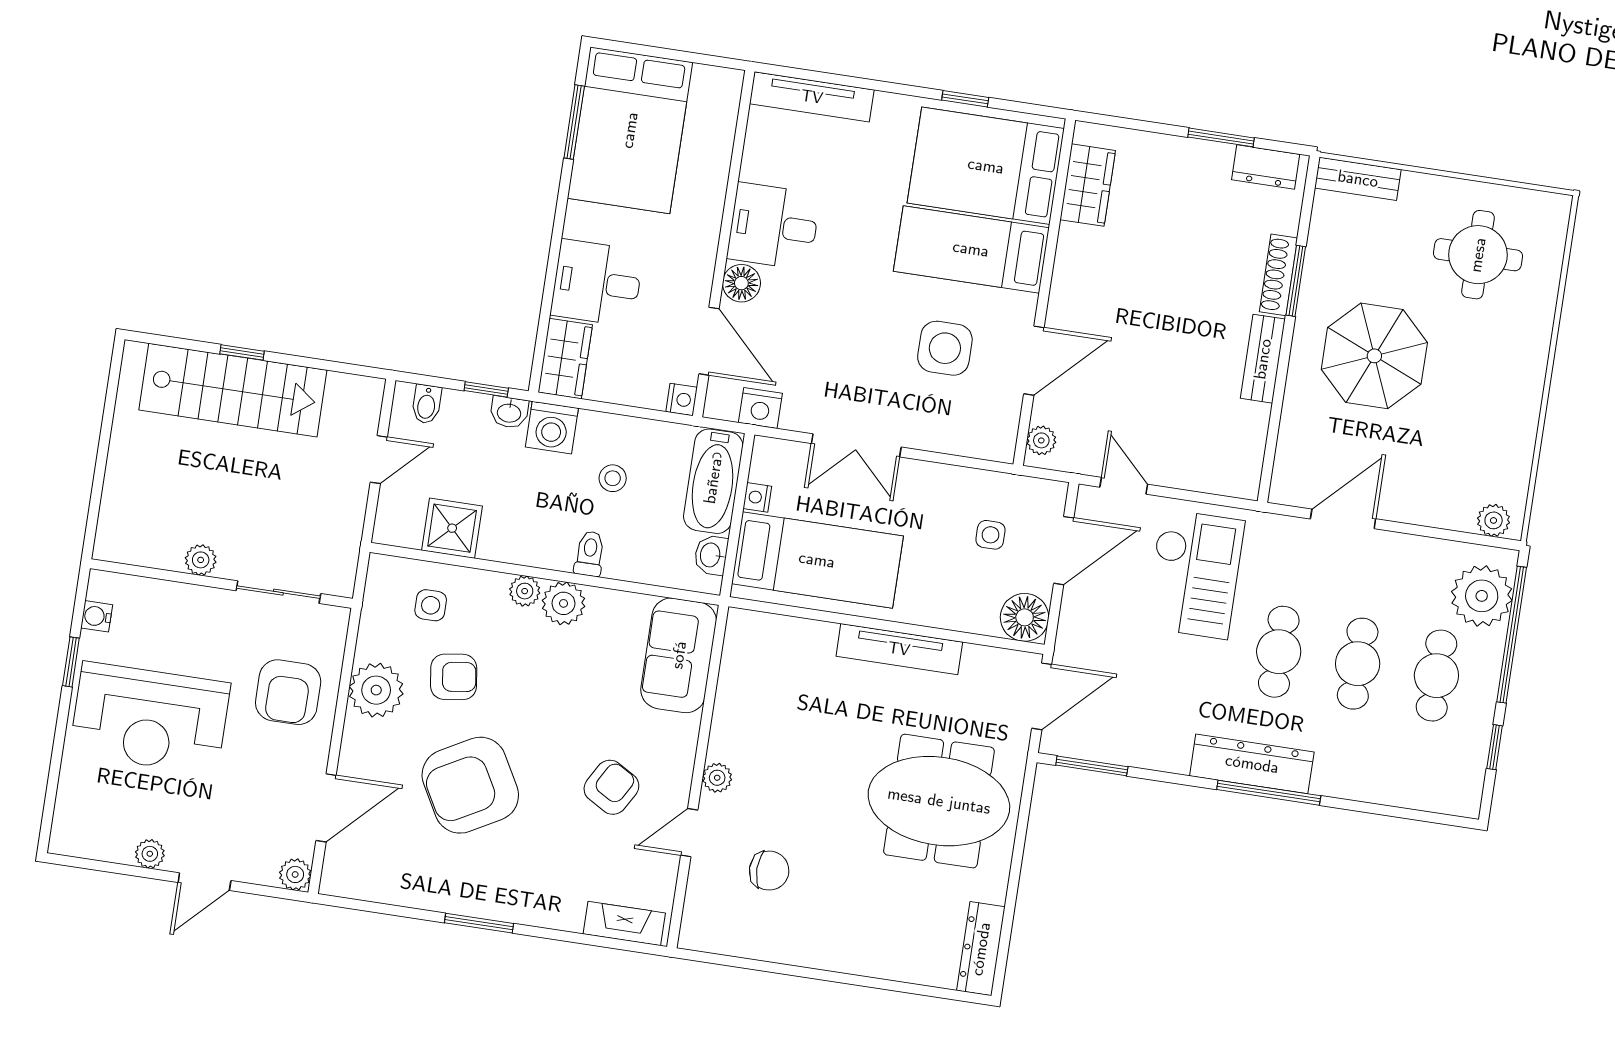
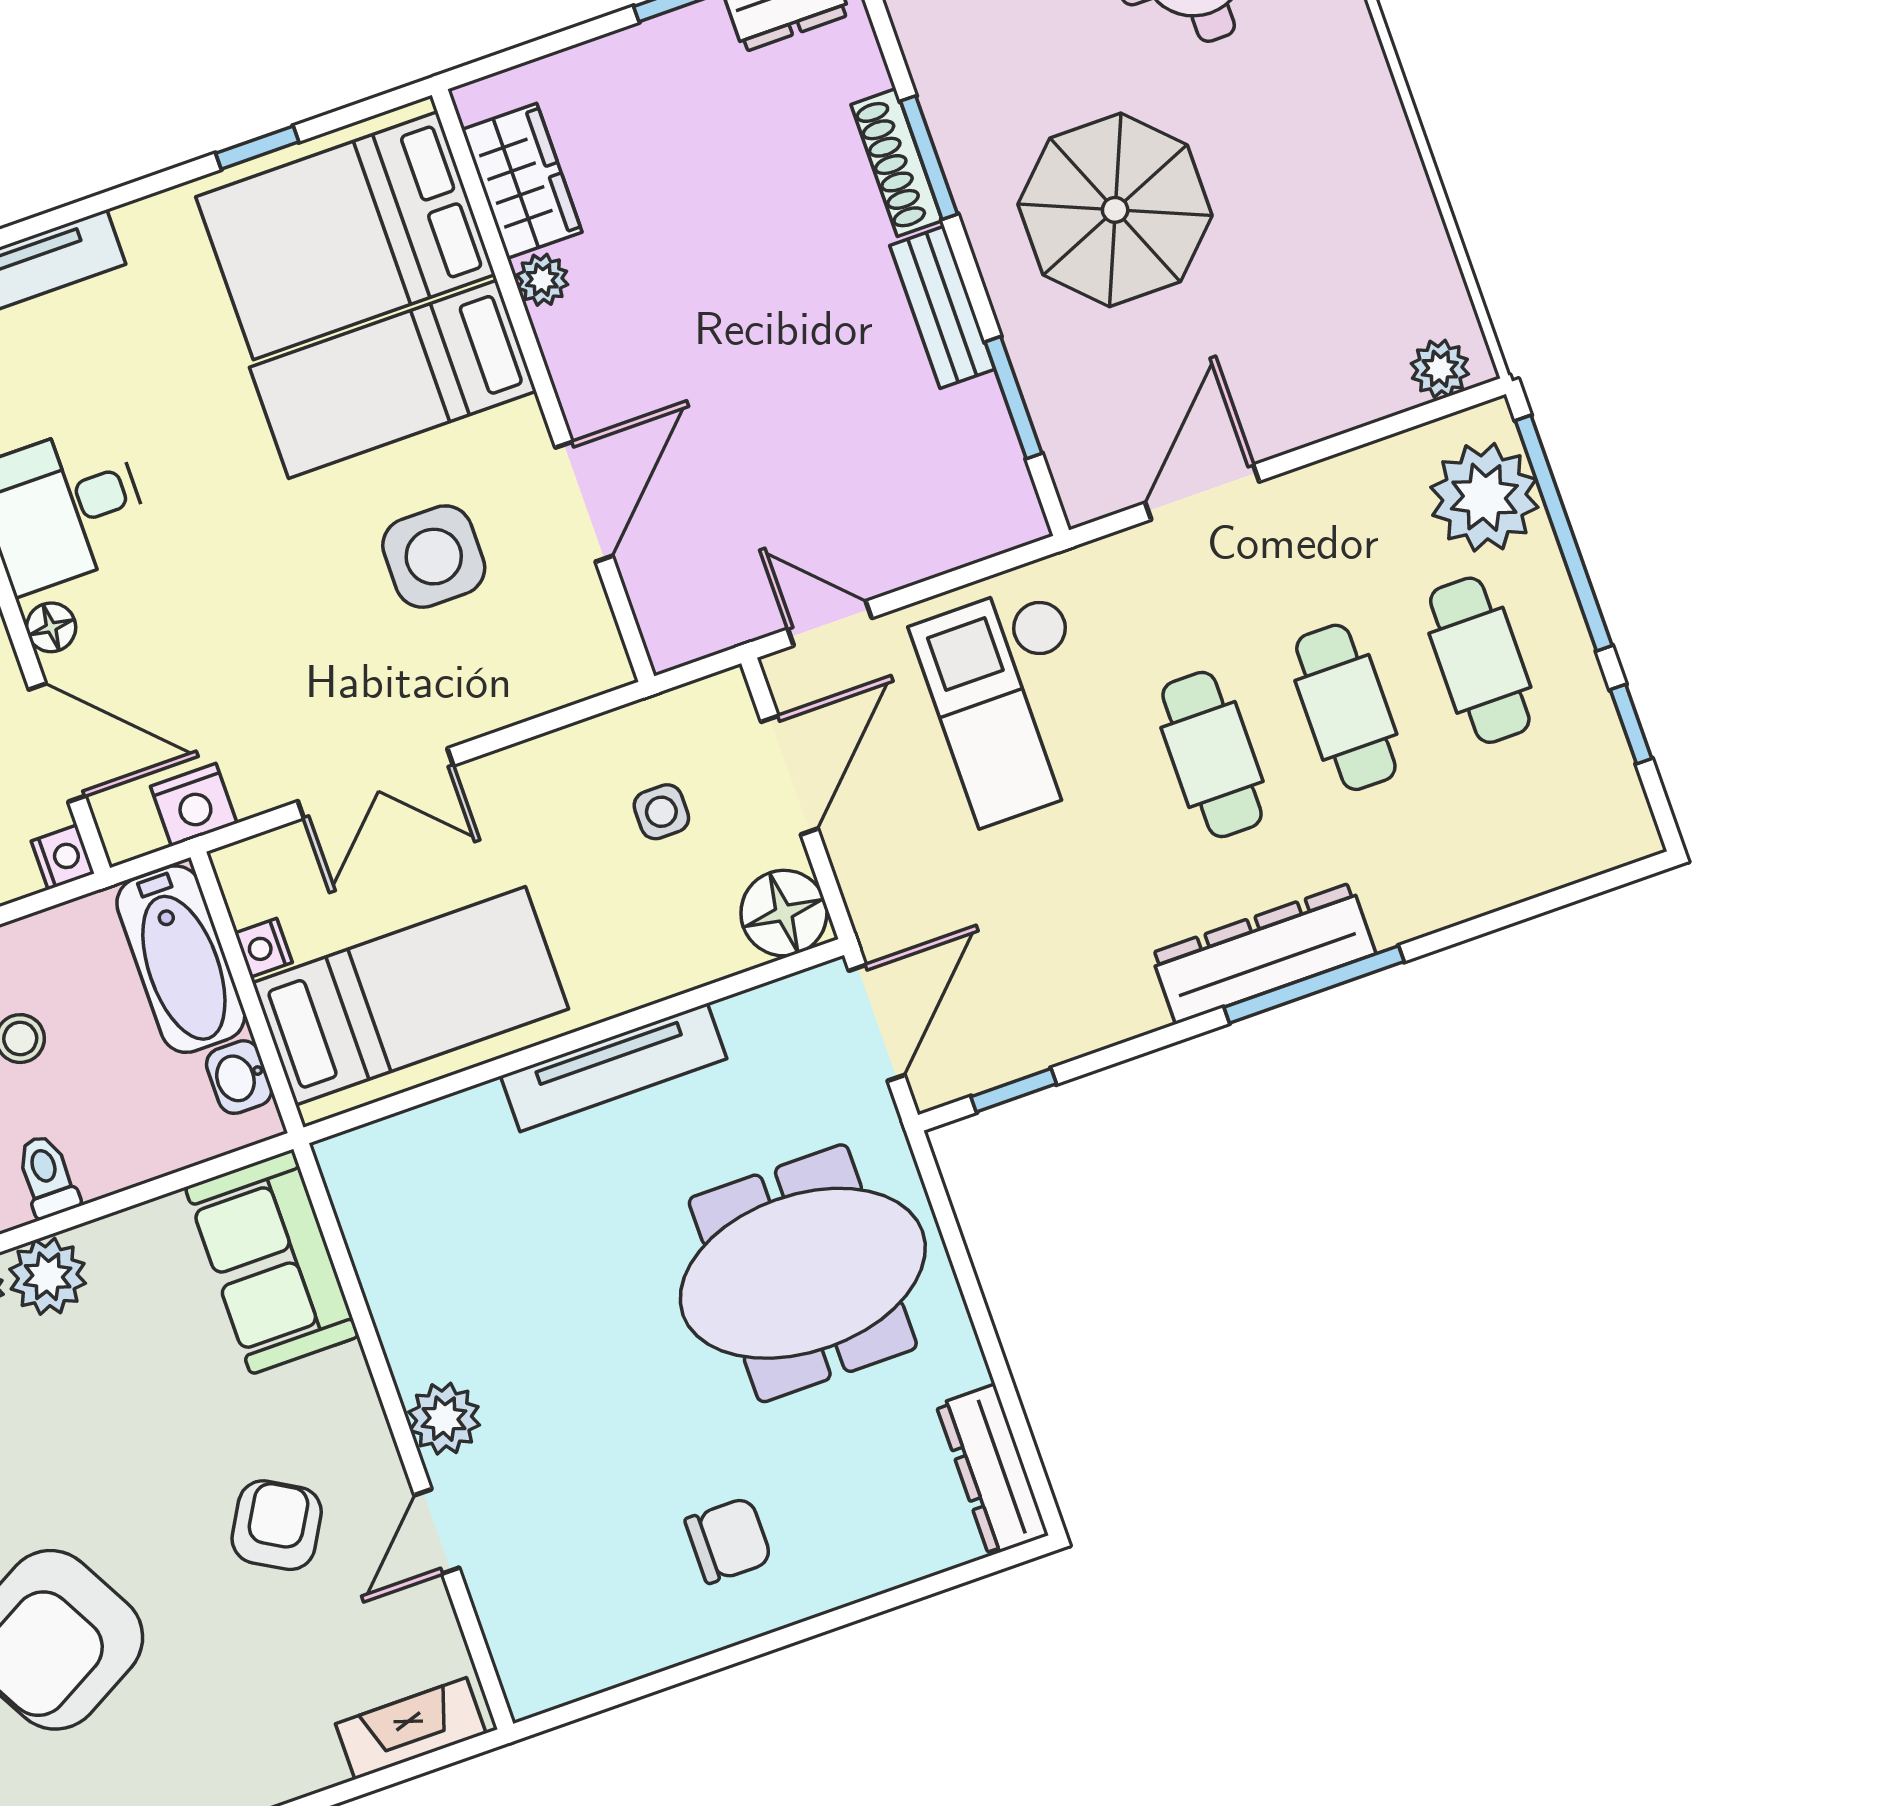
floor lamp: (741, 283) -> (51, 627), width x0.73, depth x0.73
window: (1274, 422) -> (1014, 398), added
plant: (1041, 440) -> (542, 280), moved
checkout: (1194, 574) -> (1015, 703), turned 180
window: (1092, 766) -> (1014, 1090), width x0.67
plant: (717, 778) -> (444, 1419), width x1.38, depth x1.38
chair: (769, 871) -> (728, 1540), moved

